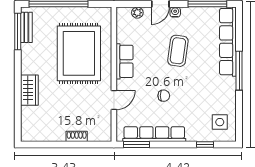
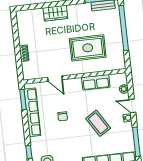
coffee table: (178, 51) -> (98, 123), turned 50
rug: (79, 53) -> (88, 48), width x0.73, depth x0.69
row of seats: (125, 61) -> (96, 82), moved

